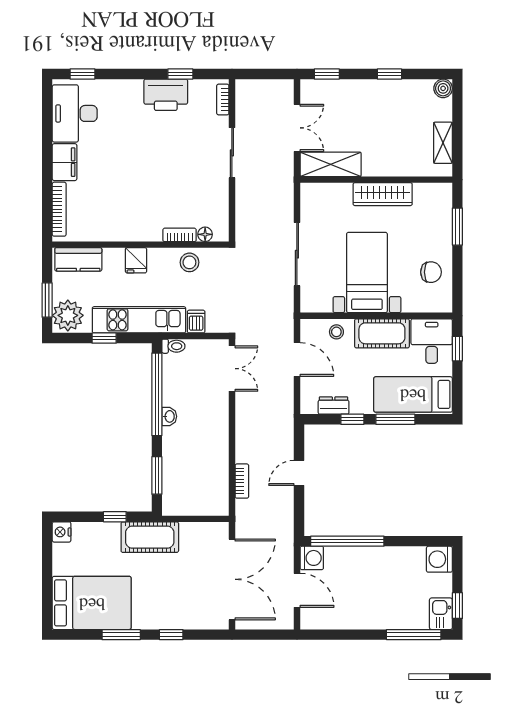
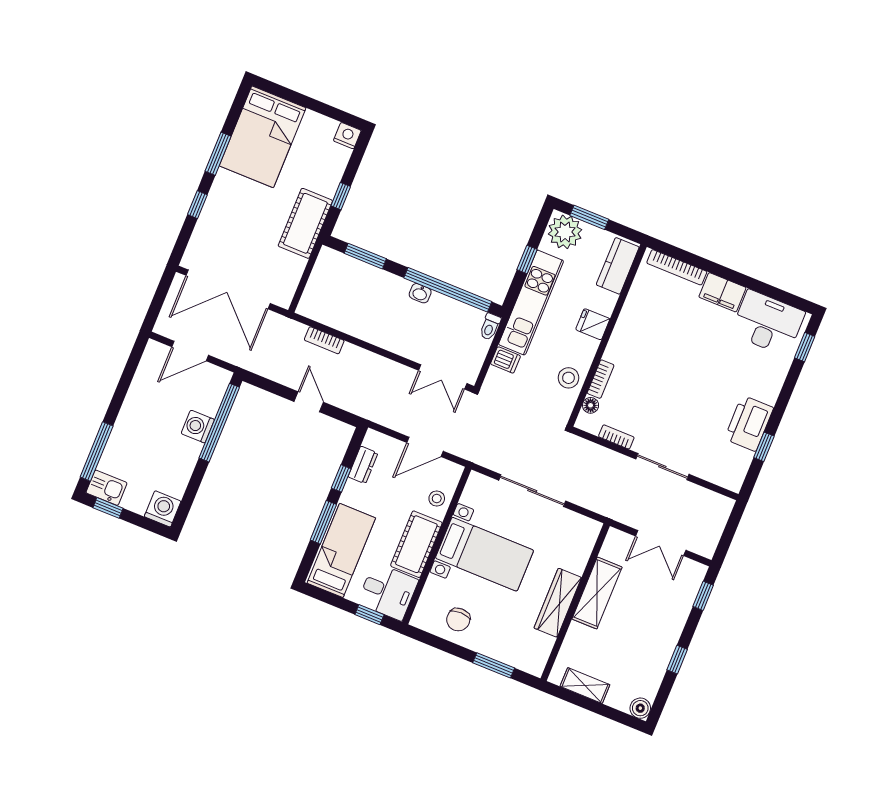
bookcase: (223, 100) -> (616, 437), moved
shelving: (331, 164) -> (597, 593), moved
washing machine: (312, 558) -> (198, 426), moved, turned 90

